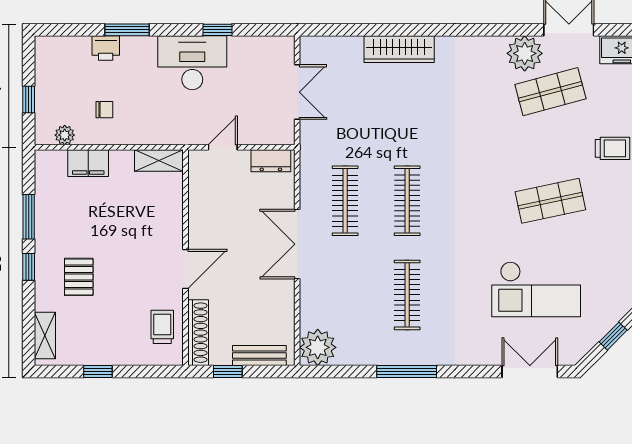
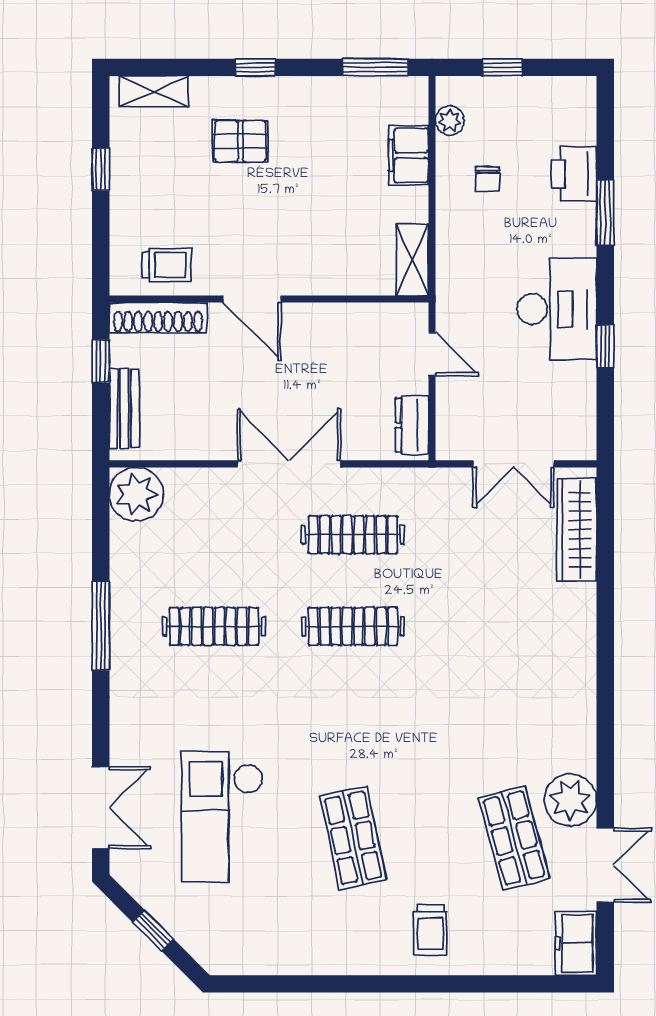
printer: (106, 48) -> (574, 174), width x1.36, depth x1.24
wardrobe: (399, 49) -> (577, 530), moved
window: (29, 217) -> (375, 67), moved

